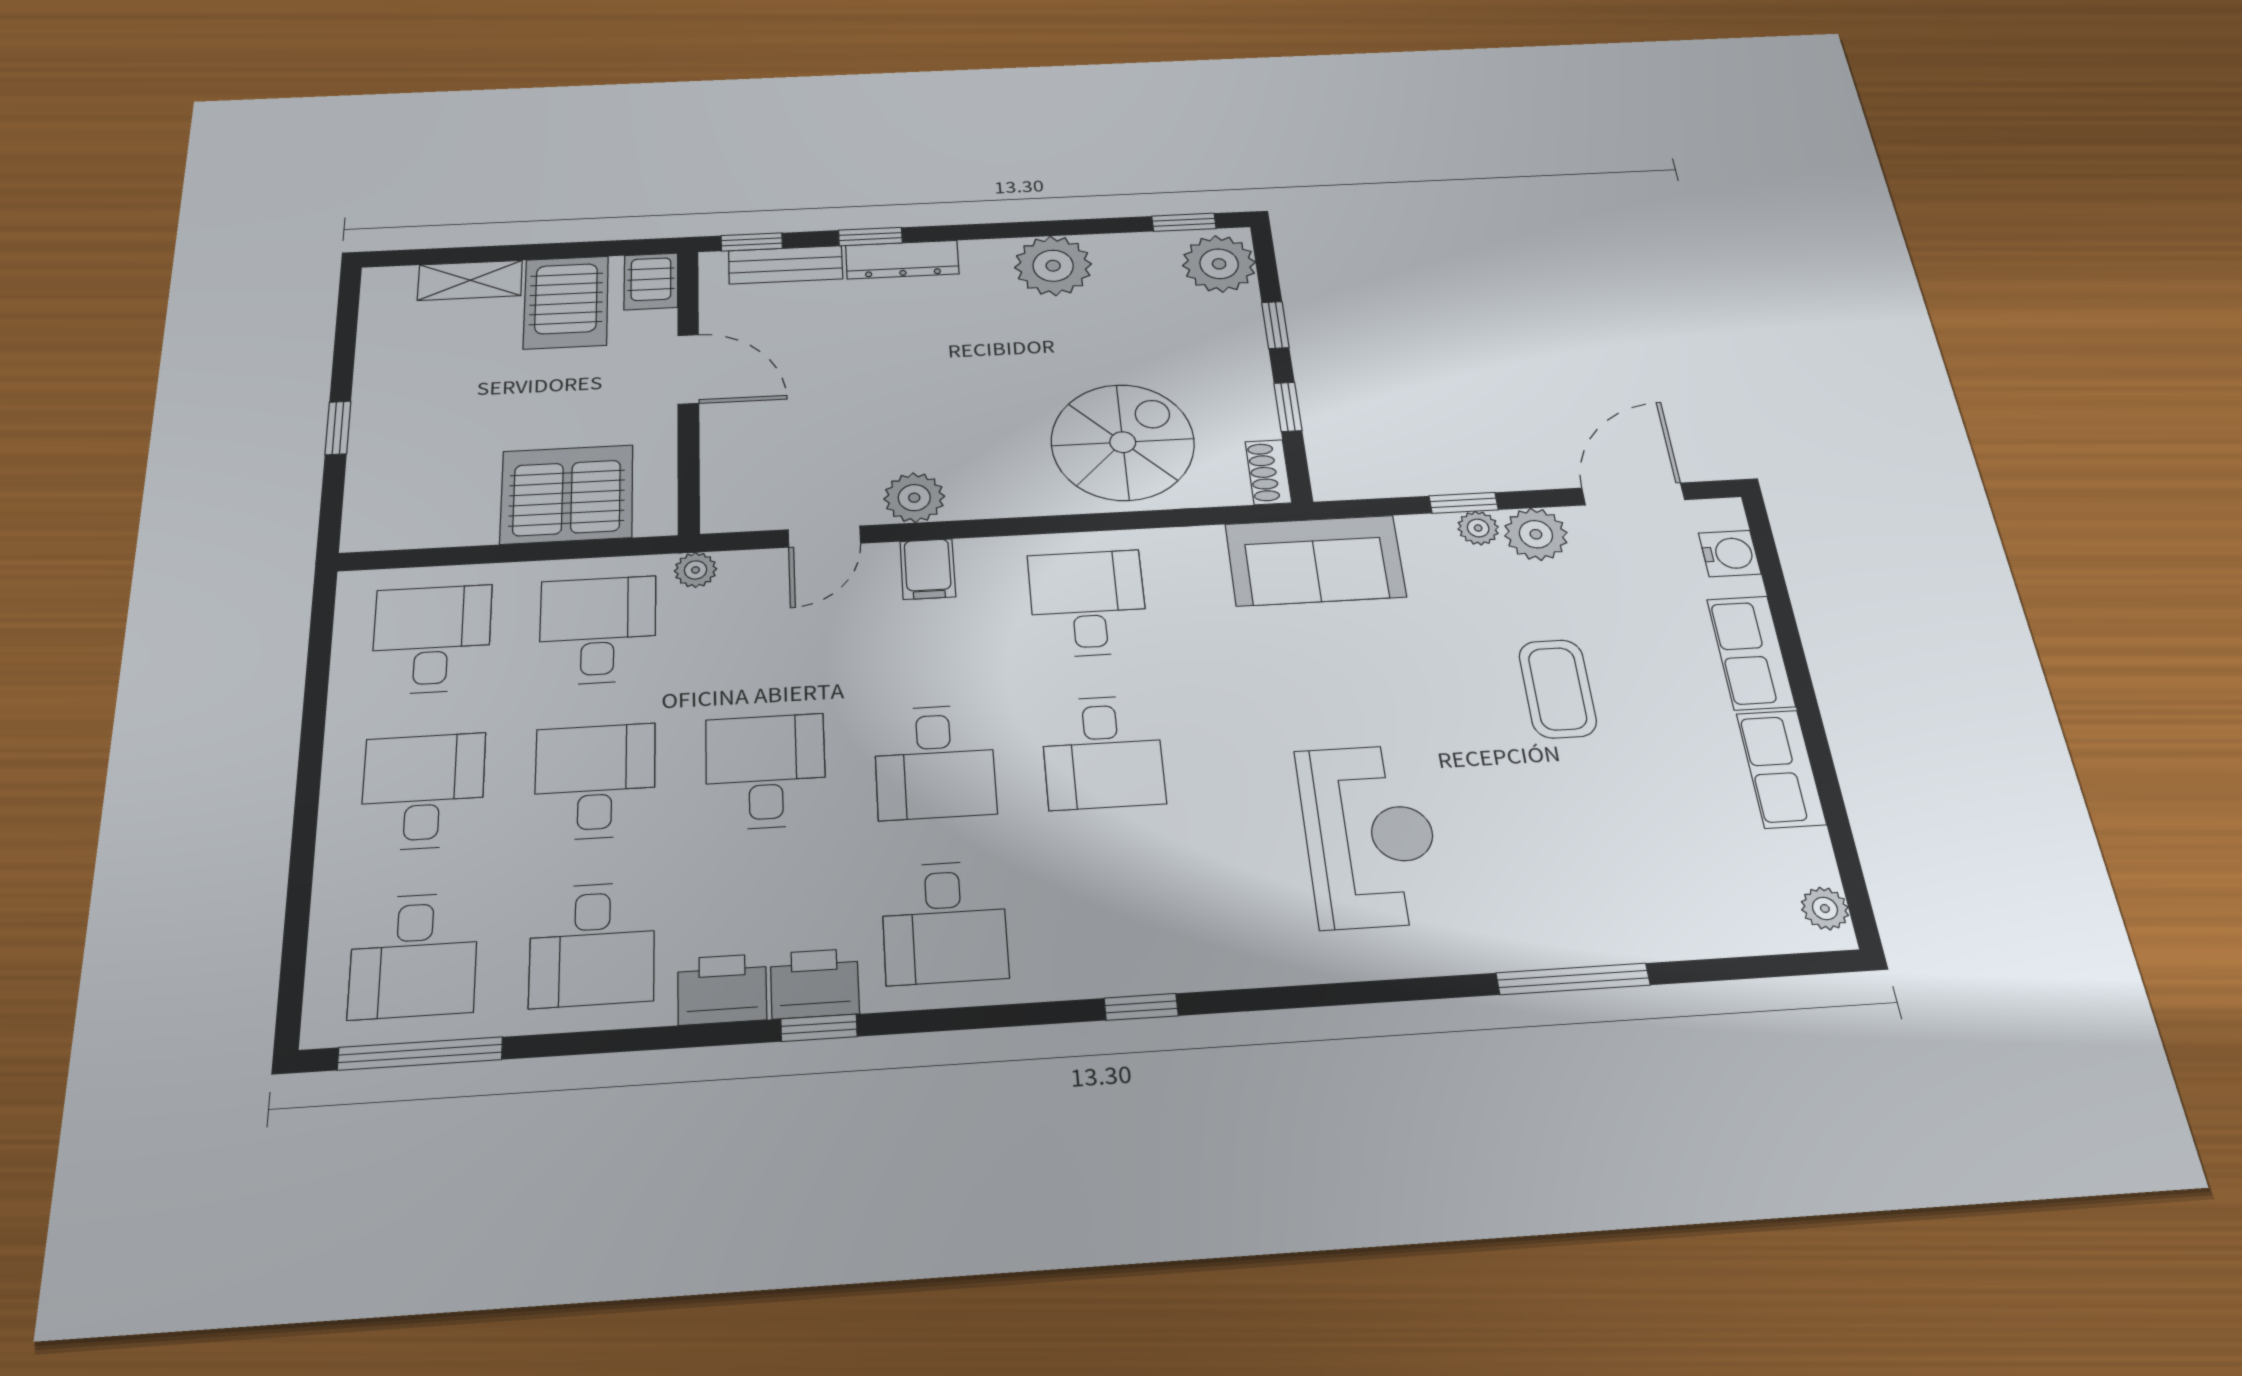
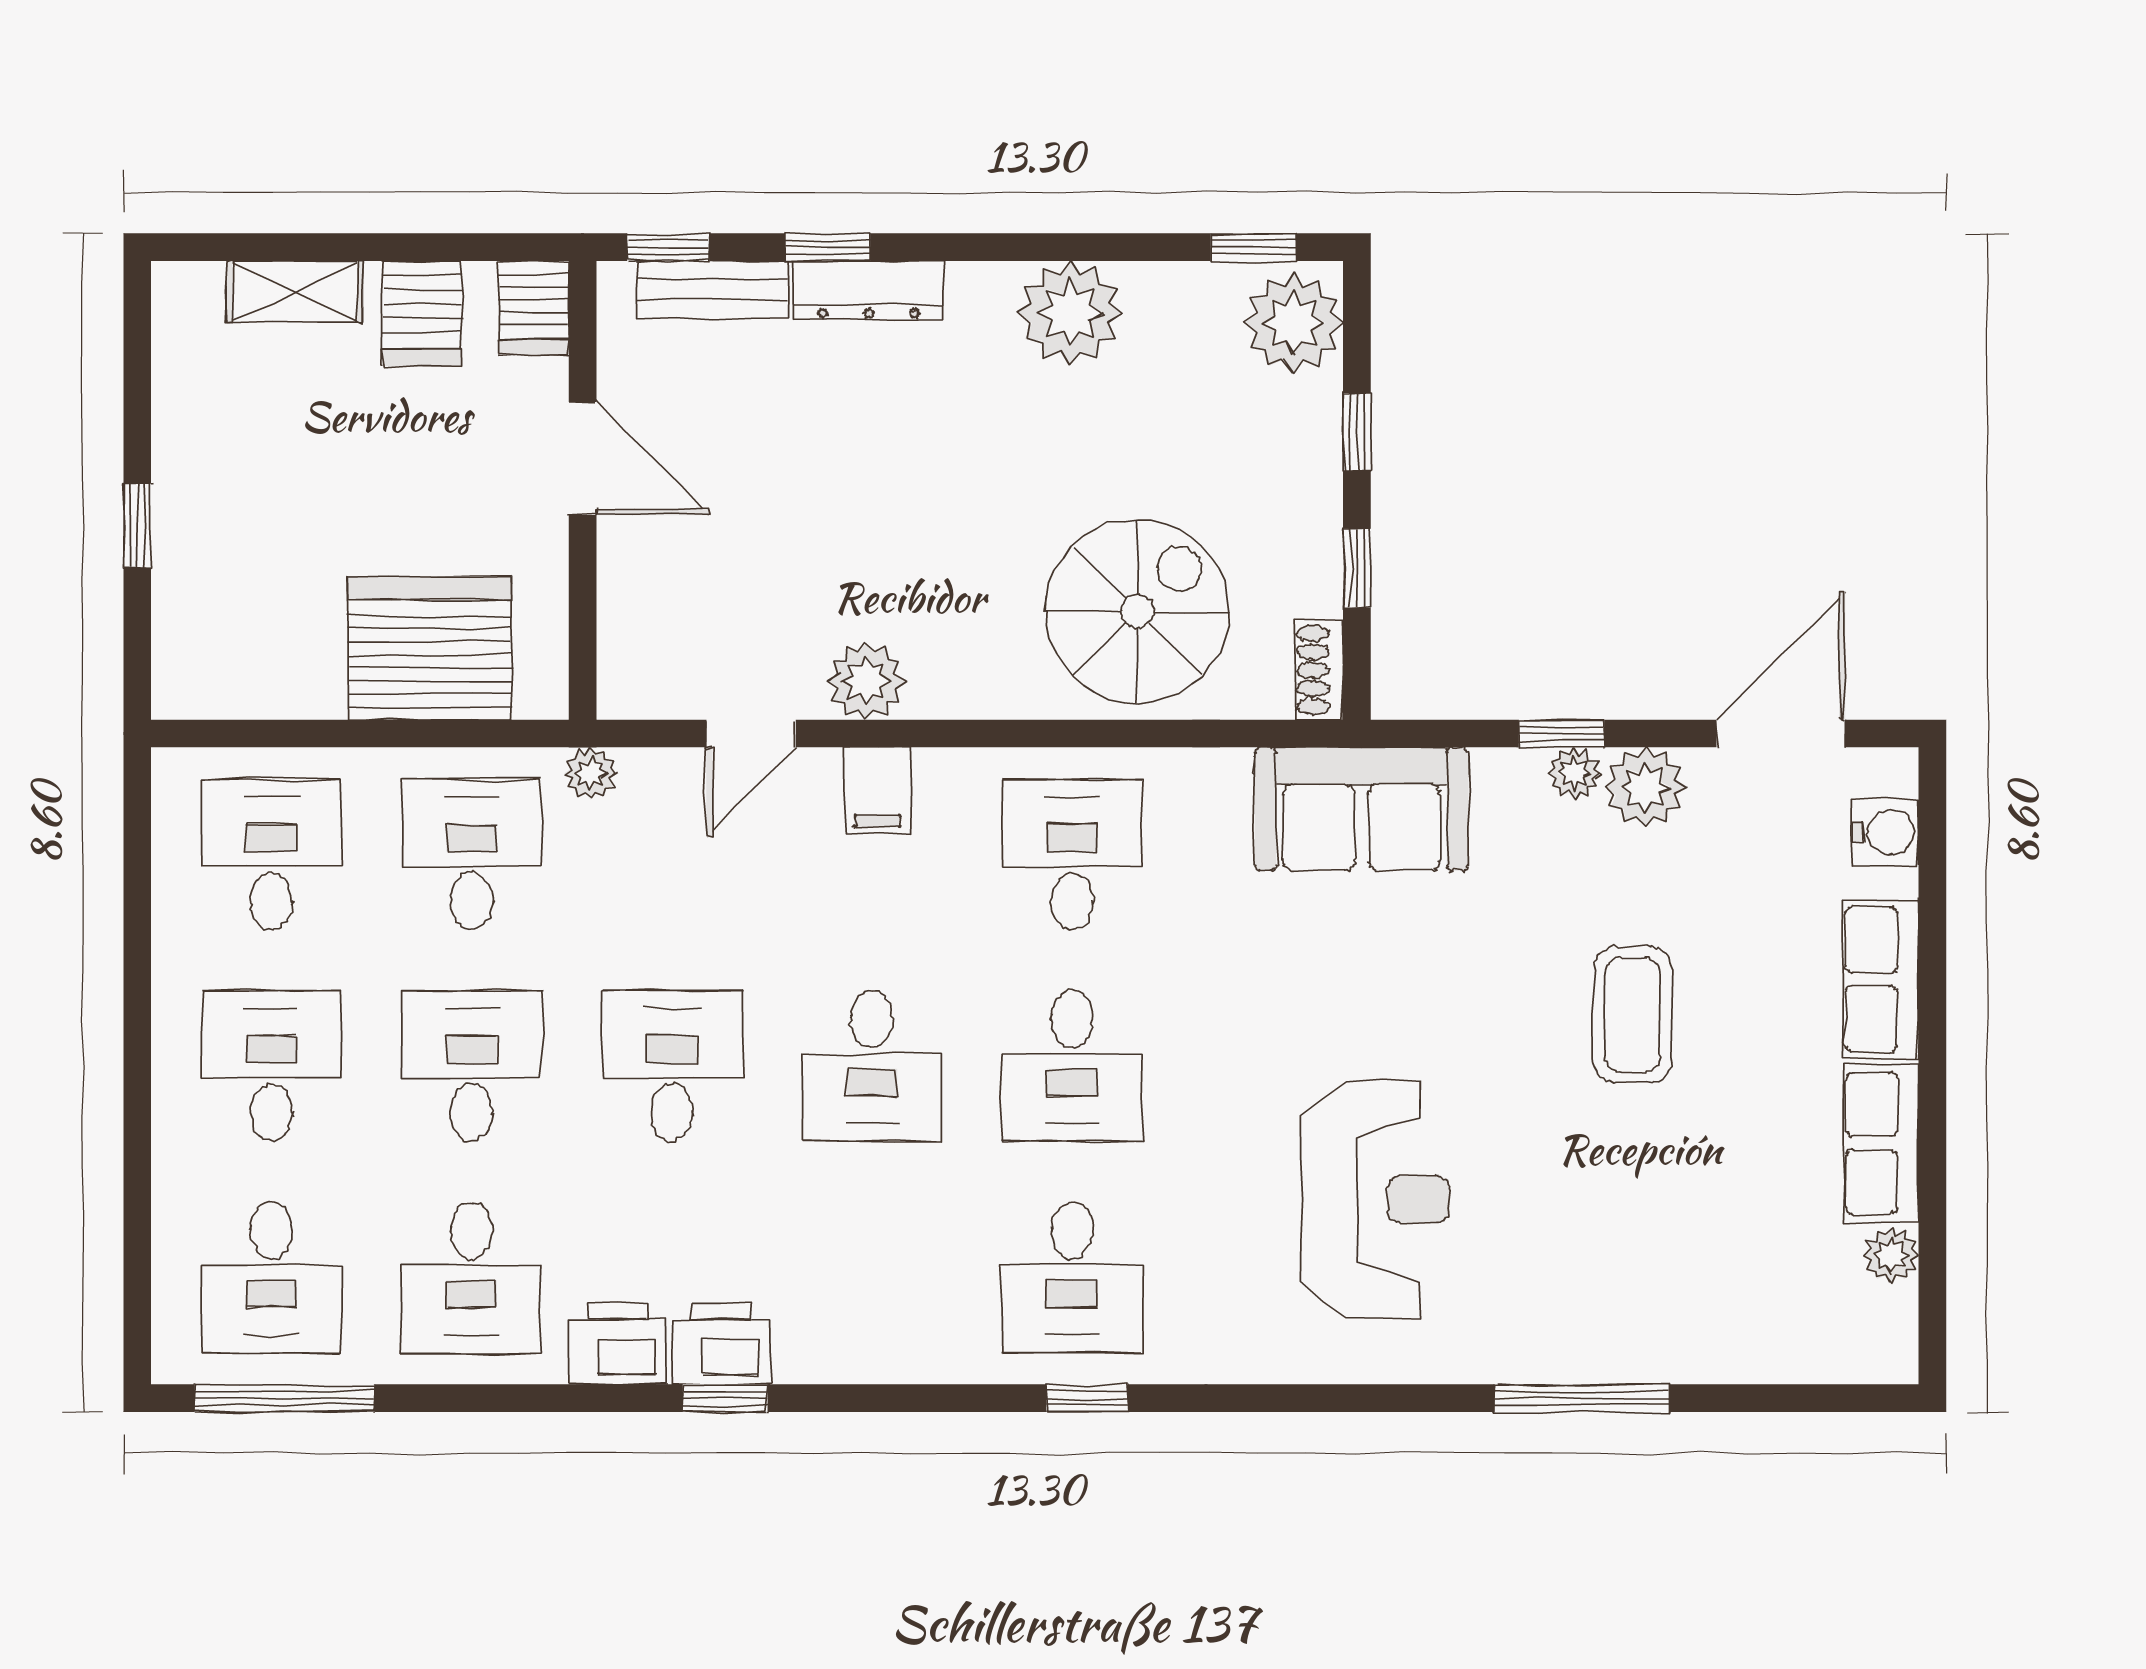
server rack: (566, 302) -> (422, 313), width x0.73, depth x0.70
plant: (1825, 908) -> (1891, 1255), moved
desk: (944, 922) -> (1072, 1277), moved

